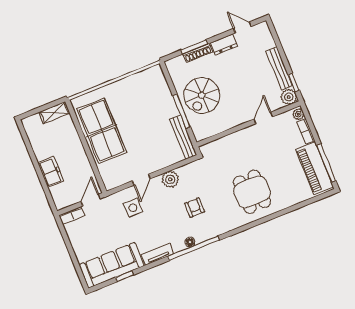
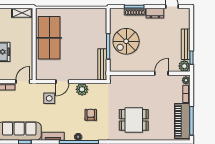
dining table: (252, 192) -> (134, 120), turned 90

